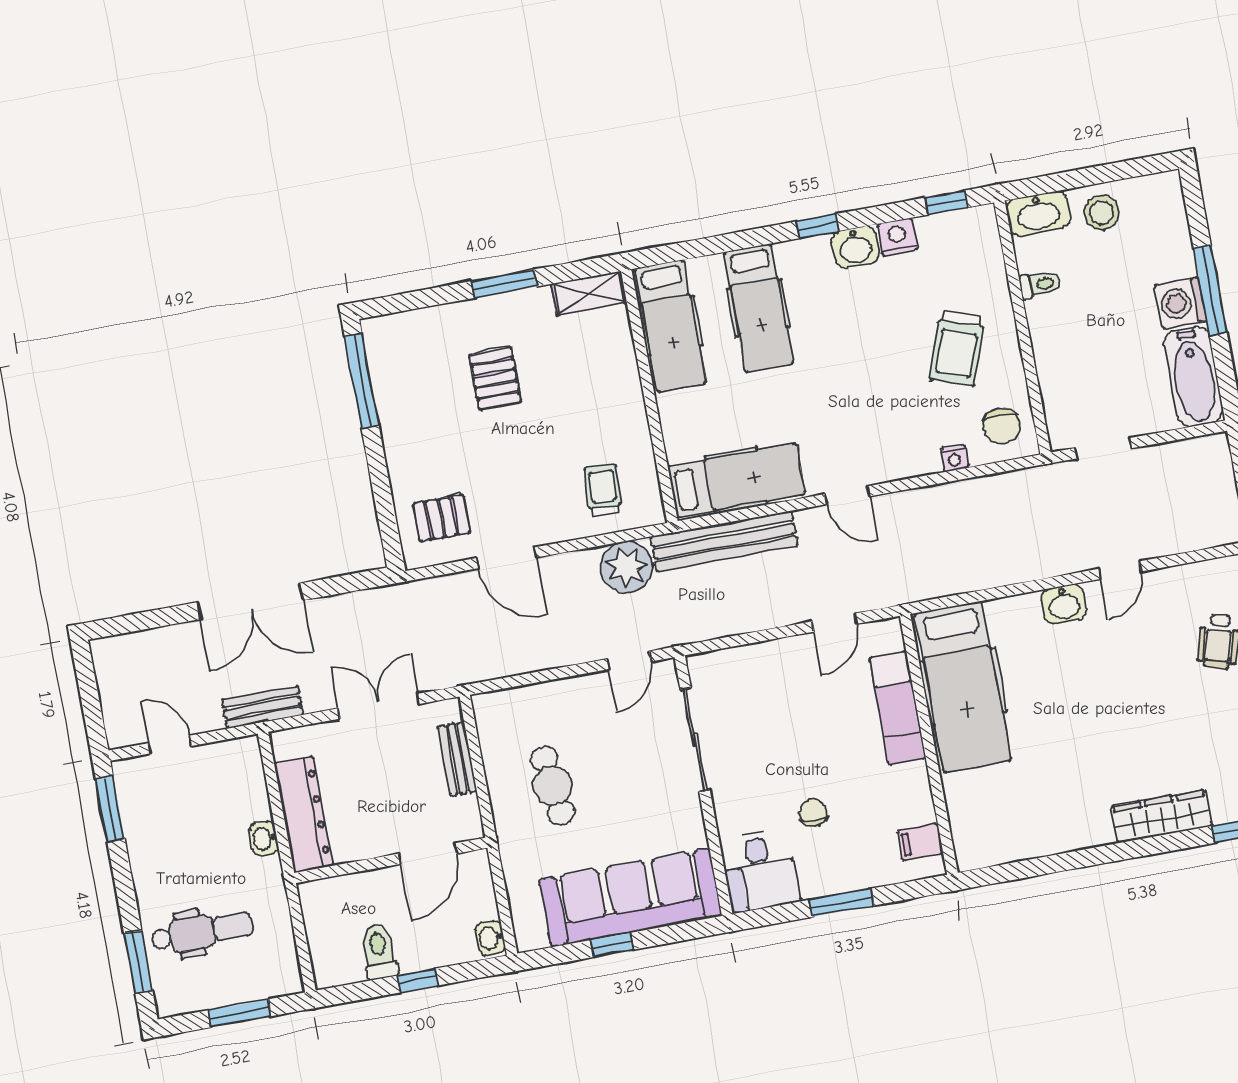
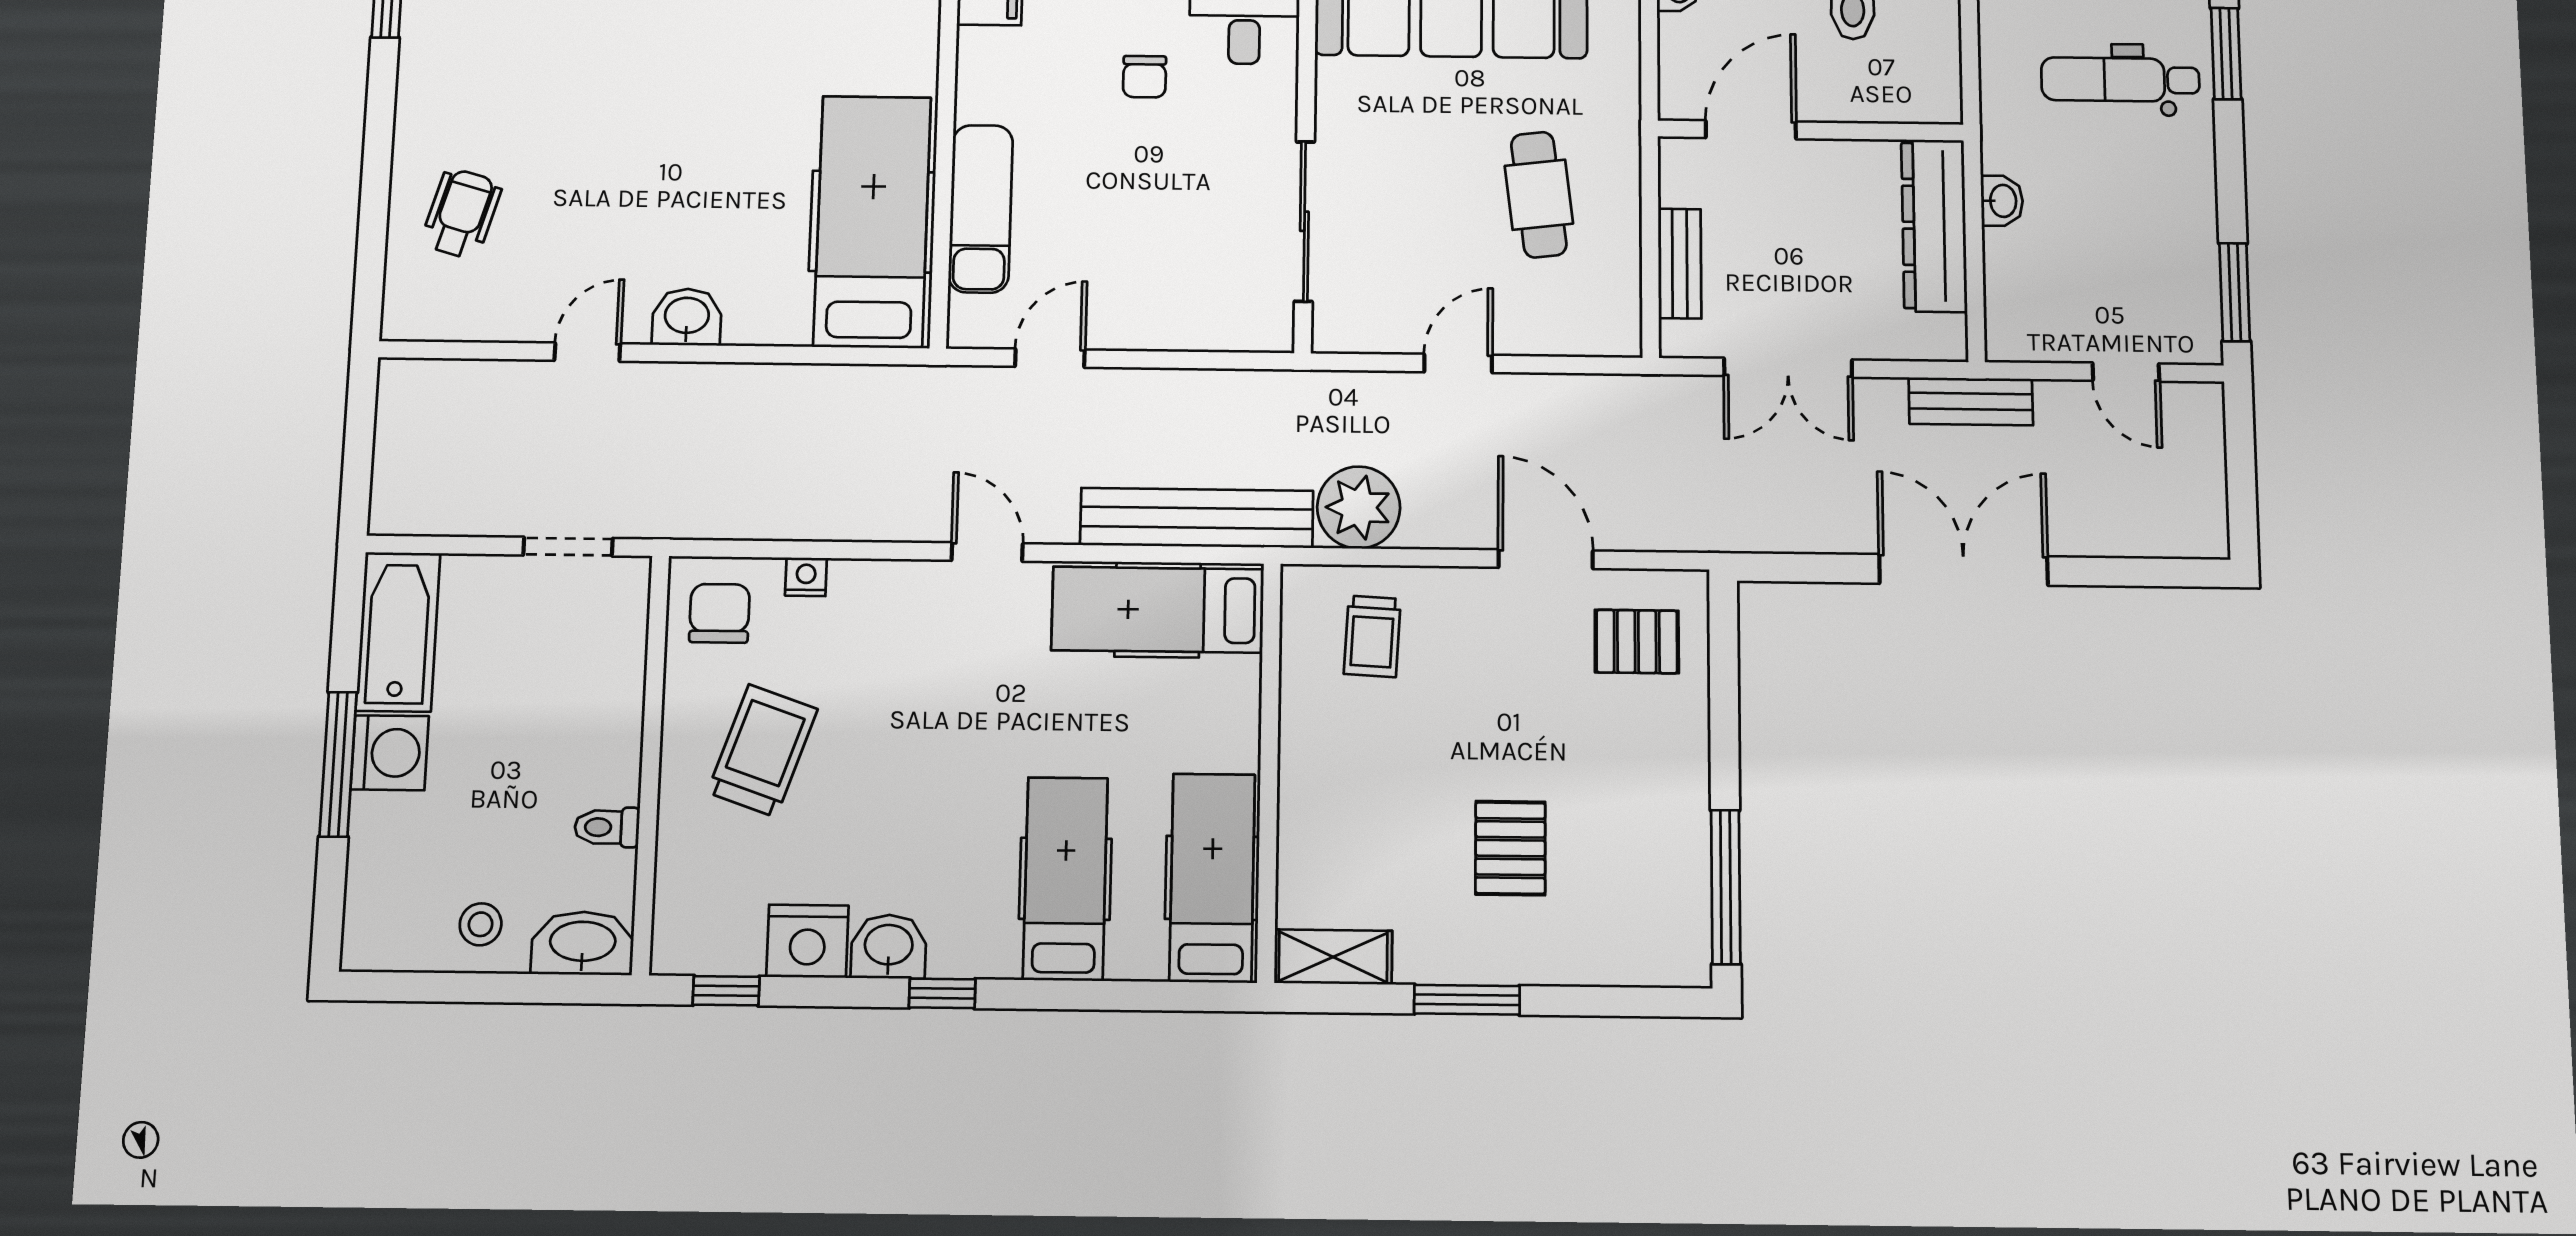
stool: (1102, 213) -> (481, 924), width x0.73, depth x0.73
nightstand: (897, 237) -> (807, 941), width x1.36, depth x1.33
door: (629, 660) -> (1458, 363), moved

